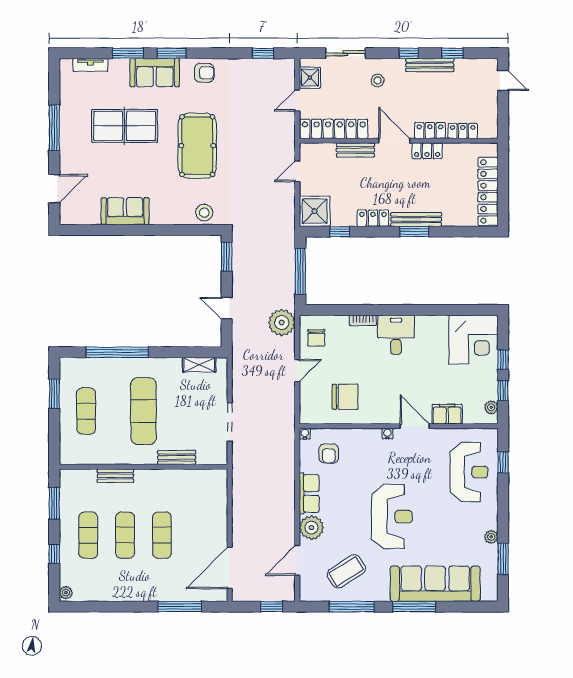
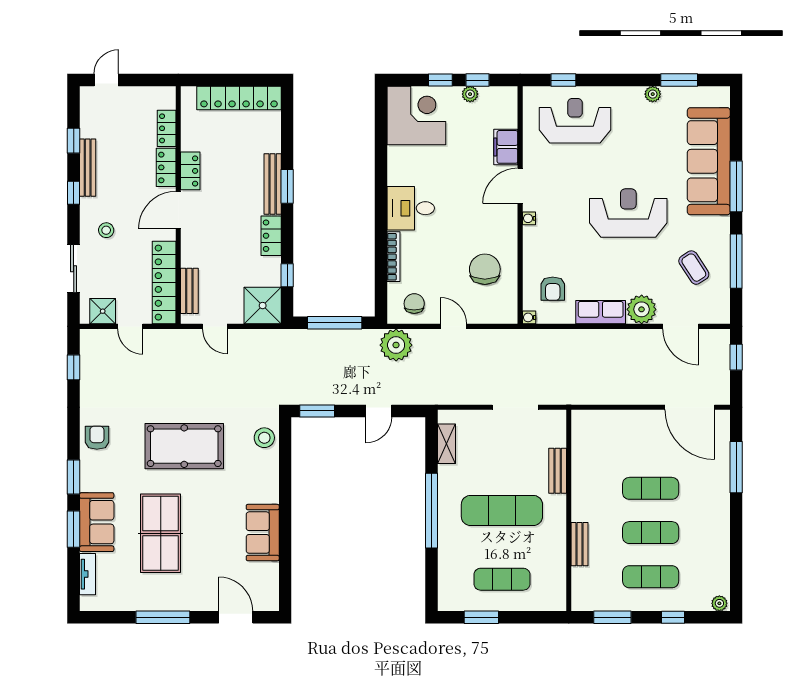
sofa: (155, 73) -> (97, 522), moved
bench: (355, 150) -> (189, 291), moved
bookcase: (363, 320) -> (393, 257), width x1.56
chair: (316, 338) -> (414, 304), turned -90
window: (117, 352) -> (432, 511), moved
plant: (491, 407) -> (470, 94), moved
armchair: (329, 453) -> (553, 289), turned 90
coffee table: (346, 571) -> (694, 268), width x0.73, depth x0.77

